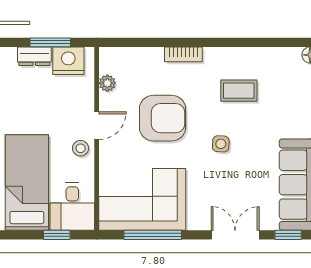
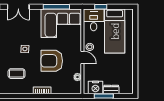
door: (97, 126) -> (82, 57), swing flipped

